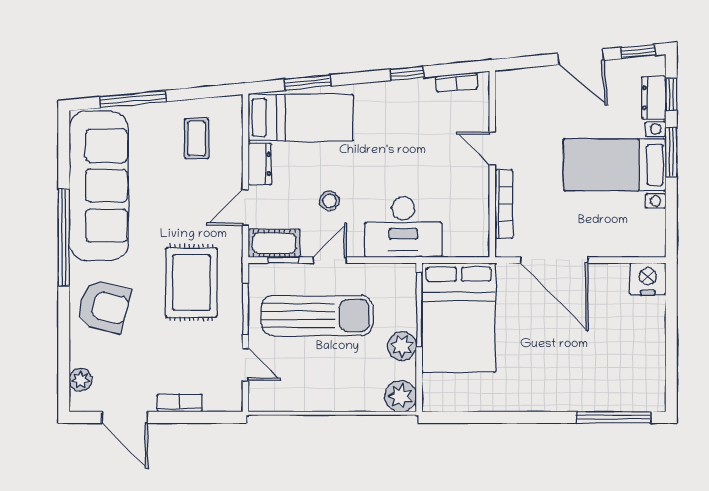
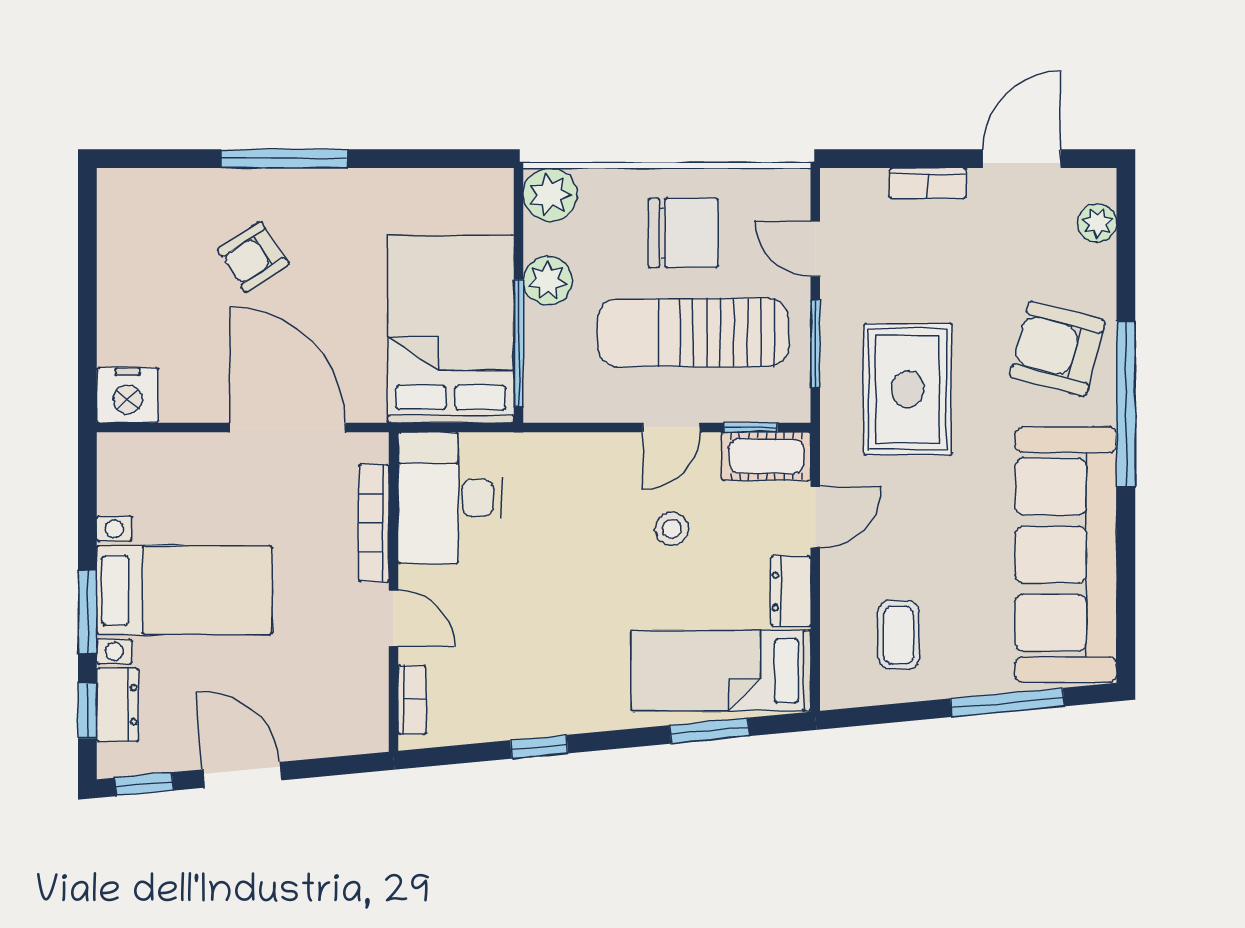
bookcase: (457, 82) -> (412, 700), moved, turned 95
desk: (403, 227) -> (450, 498), moved, turned -90
window: (64, 238) -> (1126, 404), moved
armchair: (574, 360) -> (253, 257), added
chair: (323, 374) -> (683, 233), added
door: (125, 417) -> (1022, 159), hinge flipped
window: (613, 417) -> (284, 159), moved

